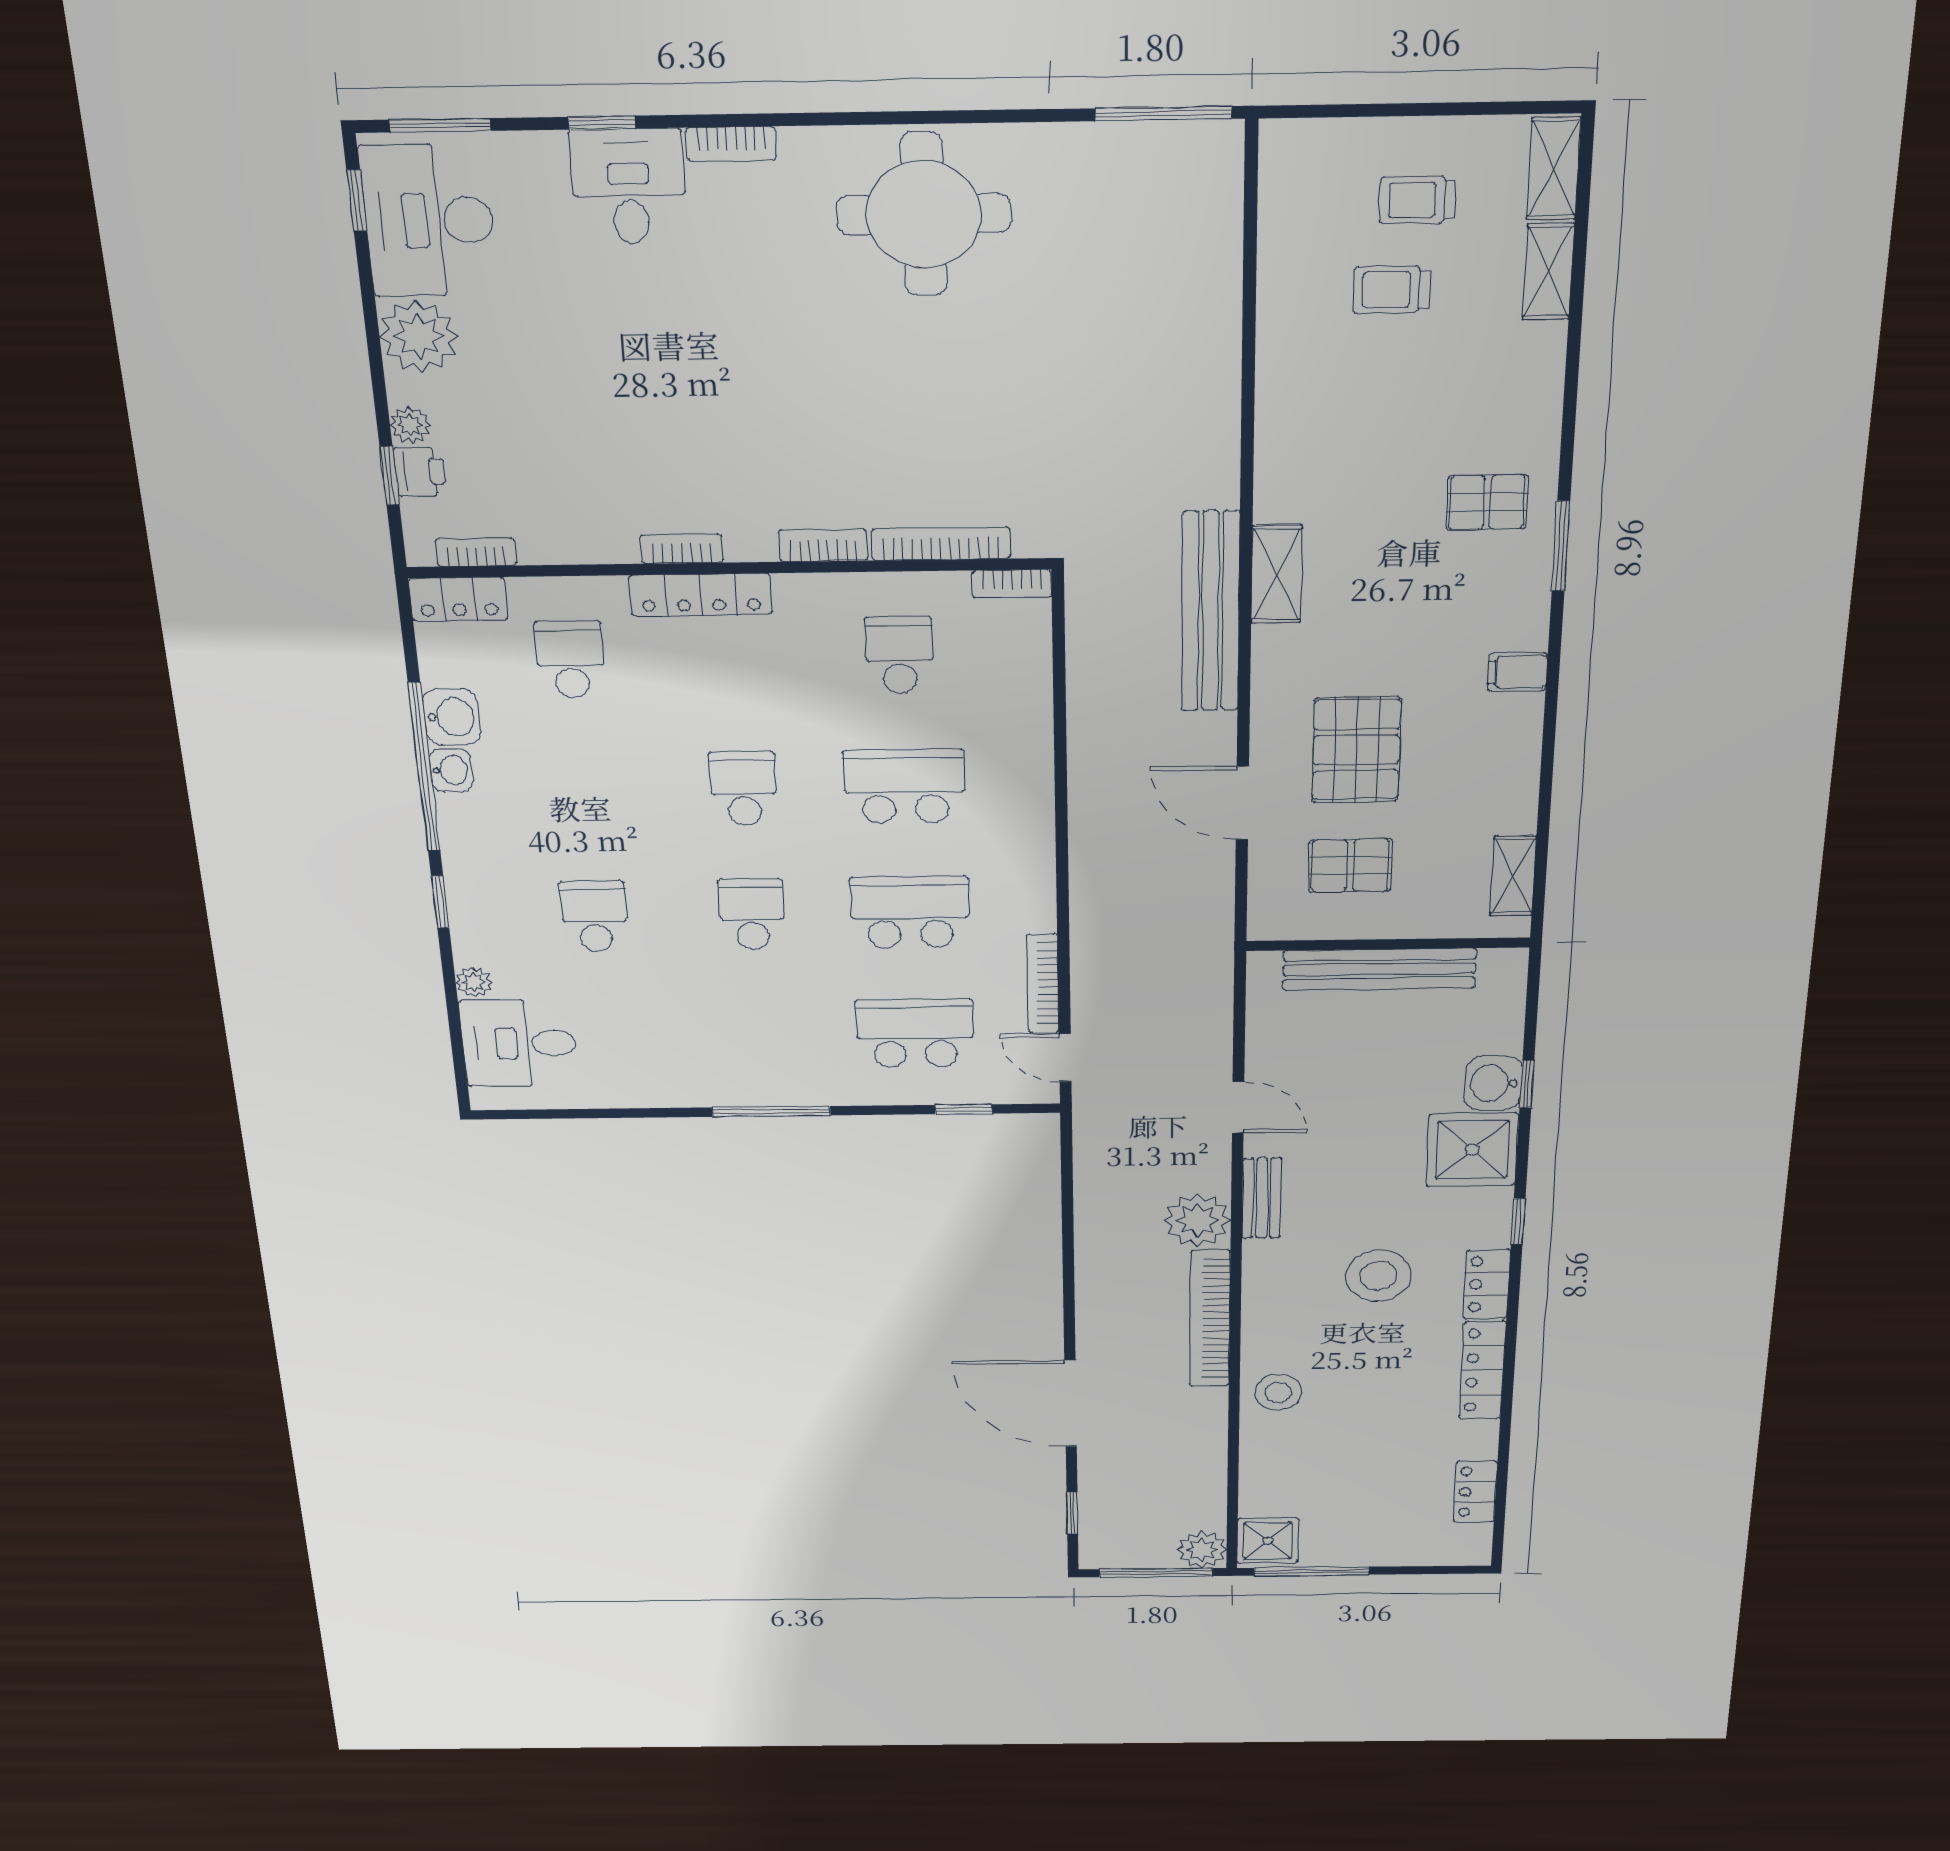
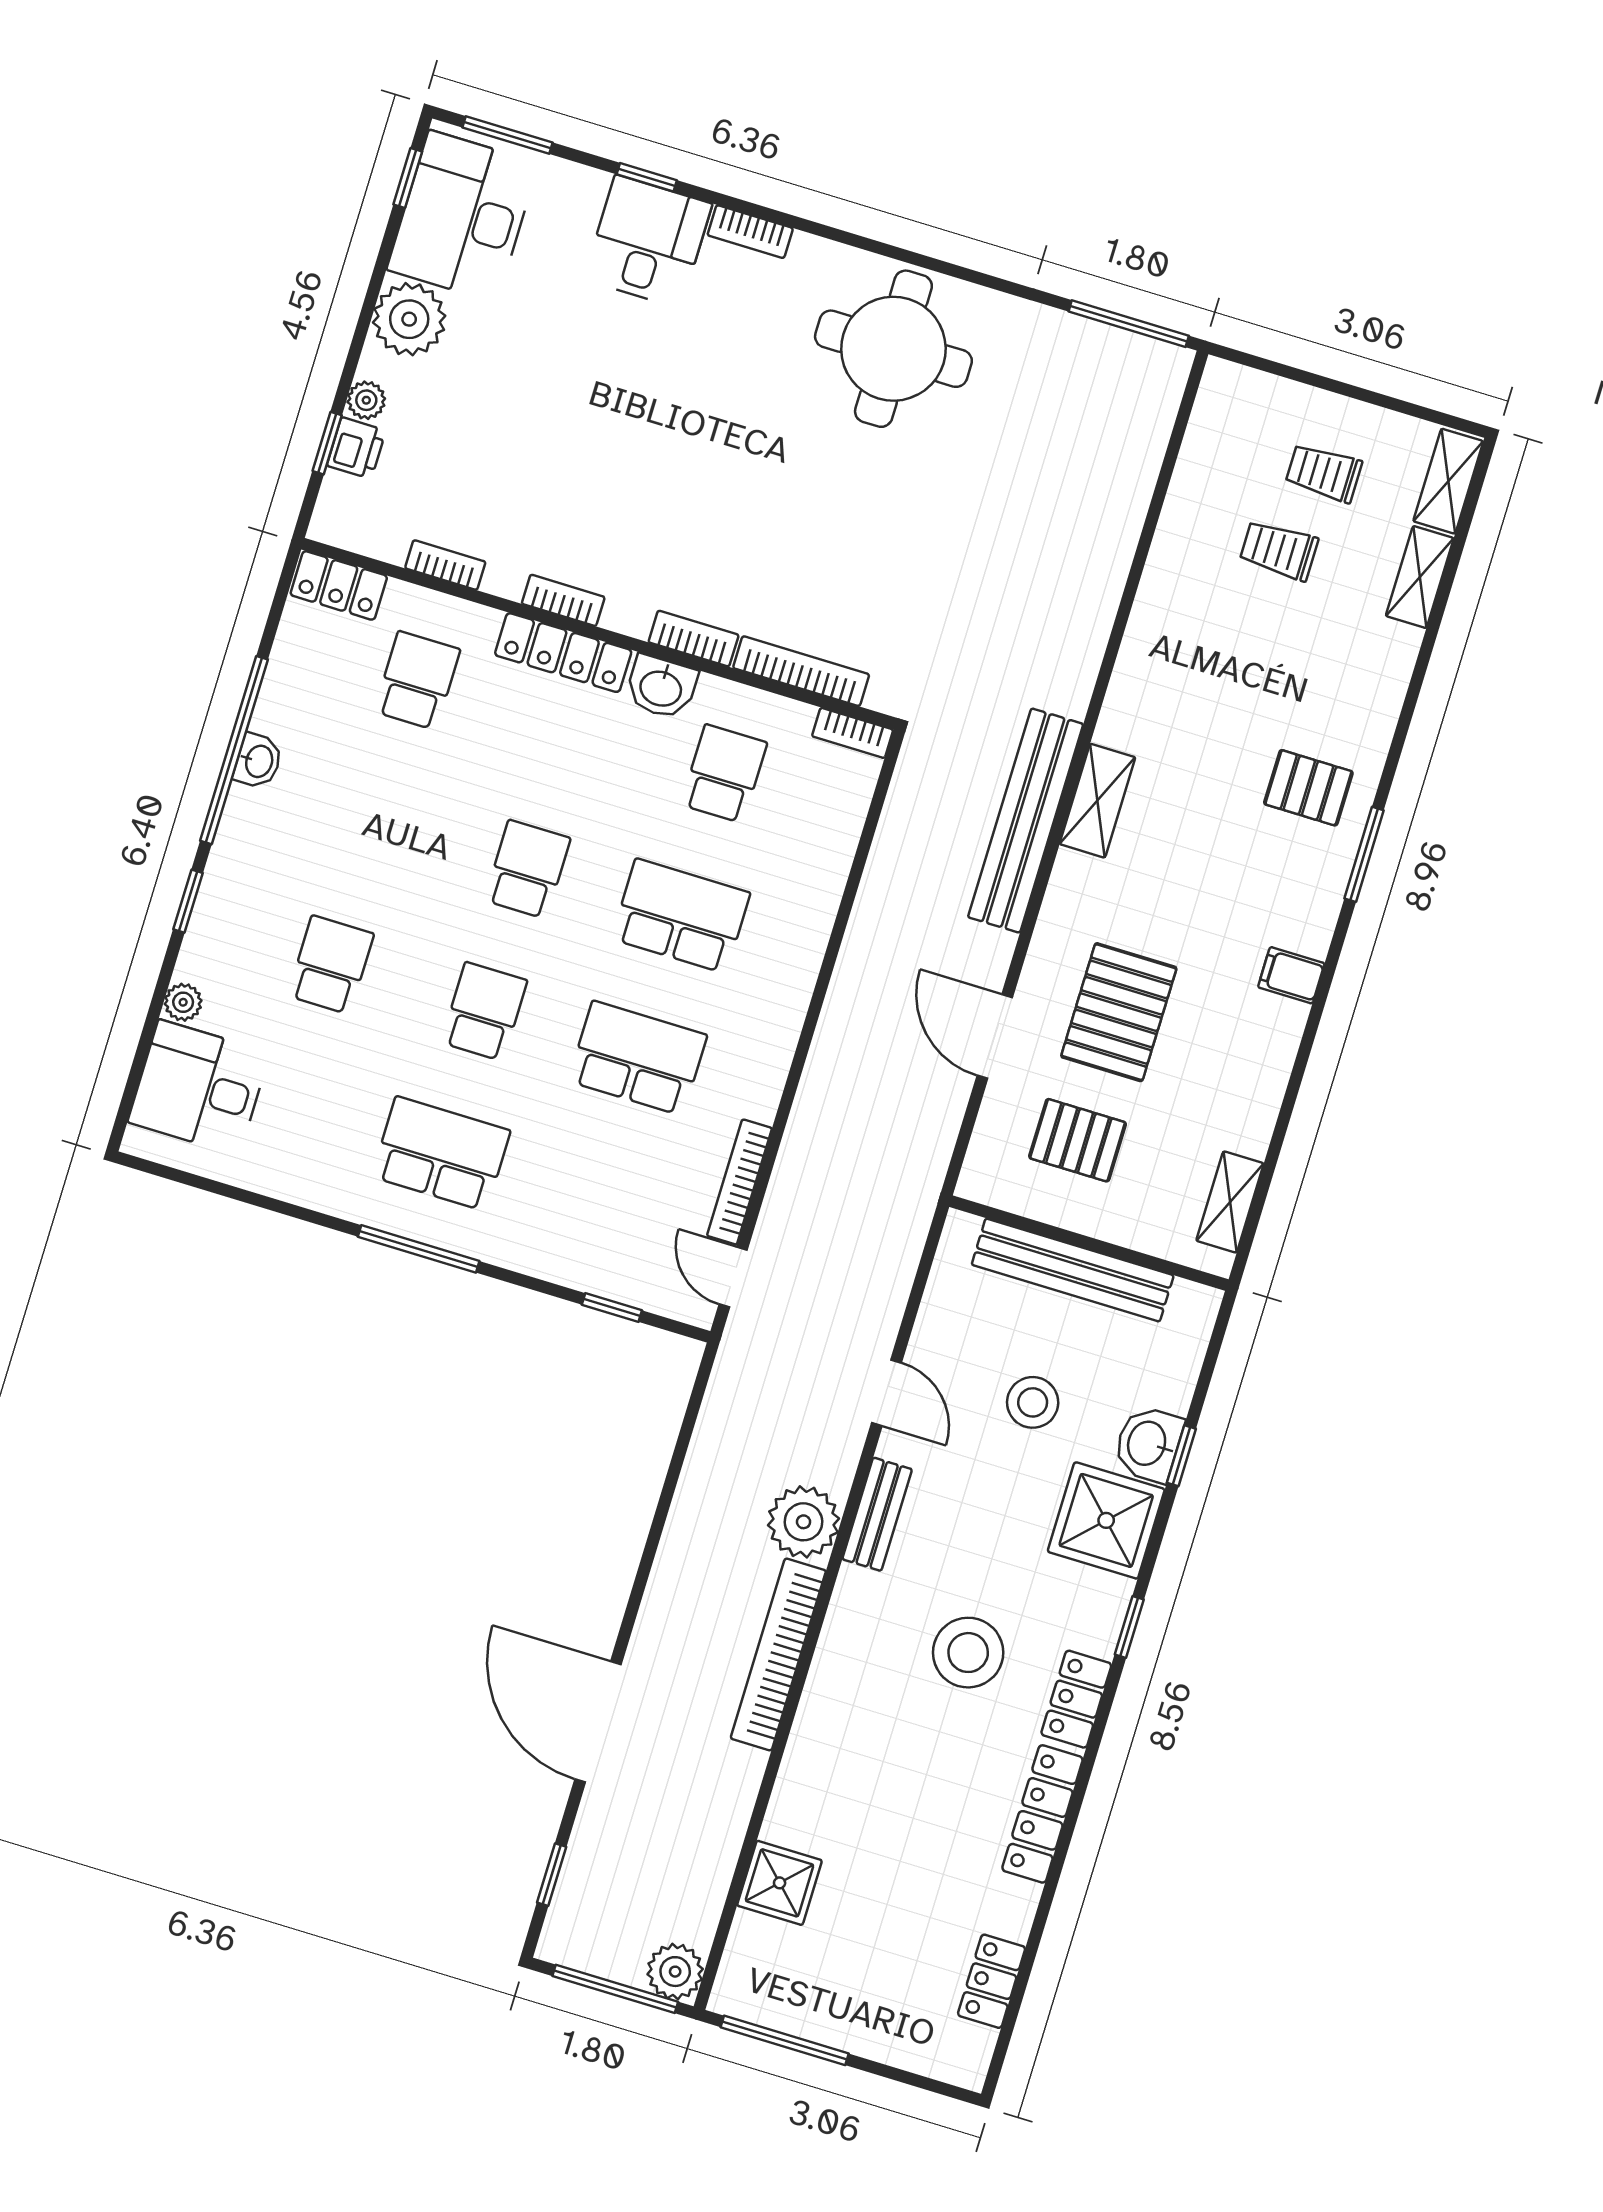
bookcase: (476, 552) -> (445, 565), moved
washbasin: (452, 717) -> (661, 687), moved, turned 90
school desk: (915, 1033) -> (441, 1154), moved
stool: (1278, 1392) -> (1033, 1402), moved
shower: (1268, 1541) -> (780, 1883), moved

